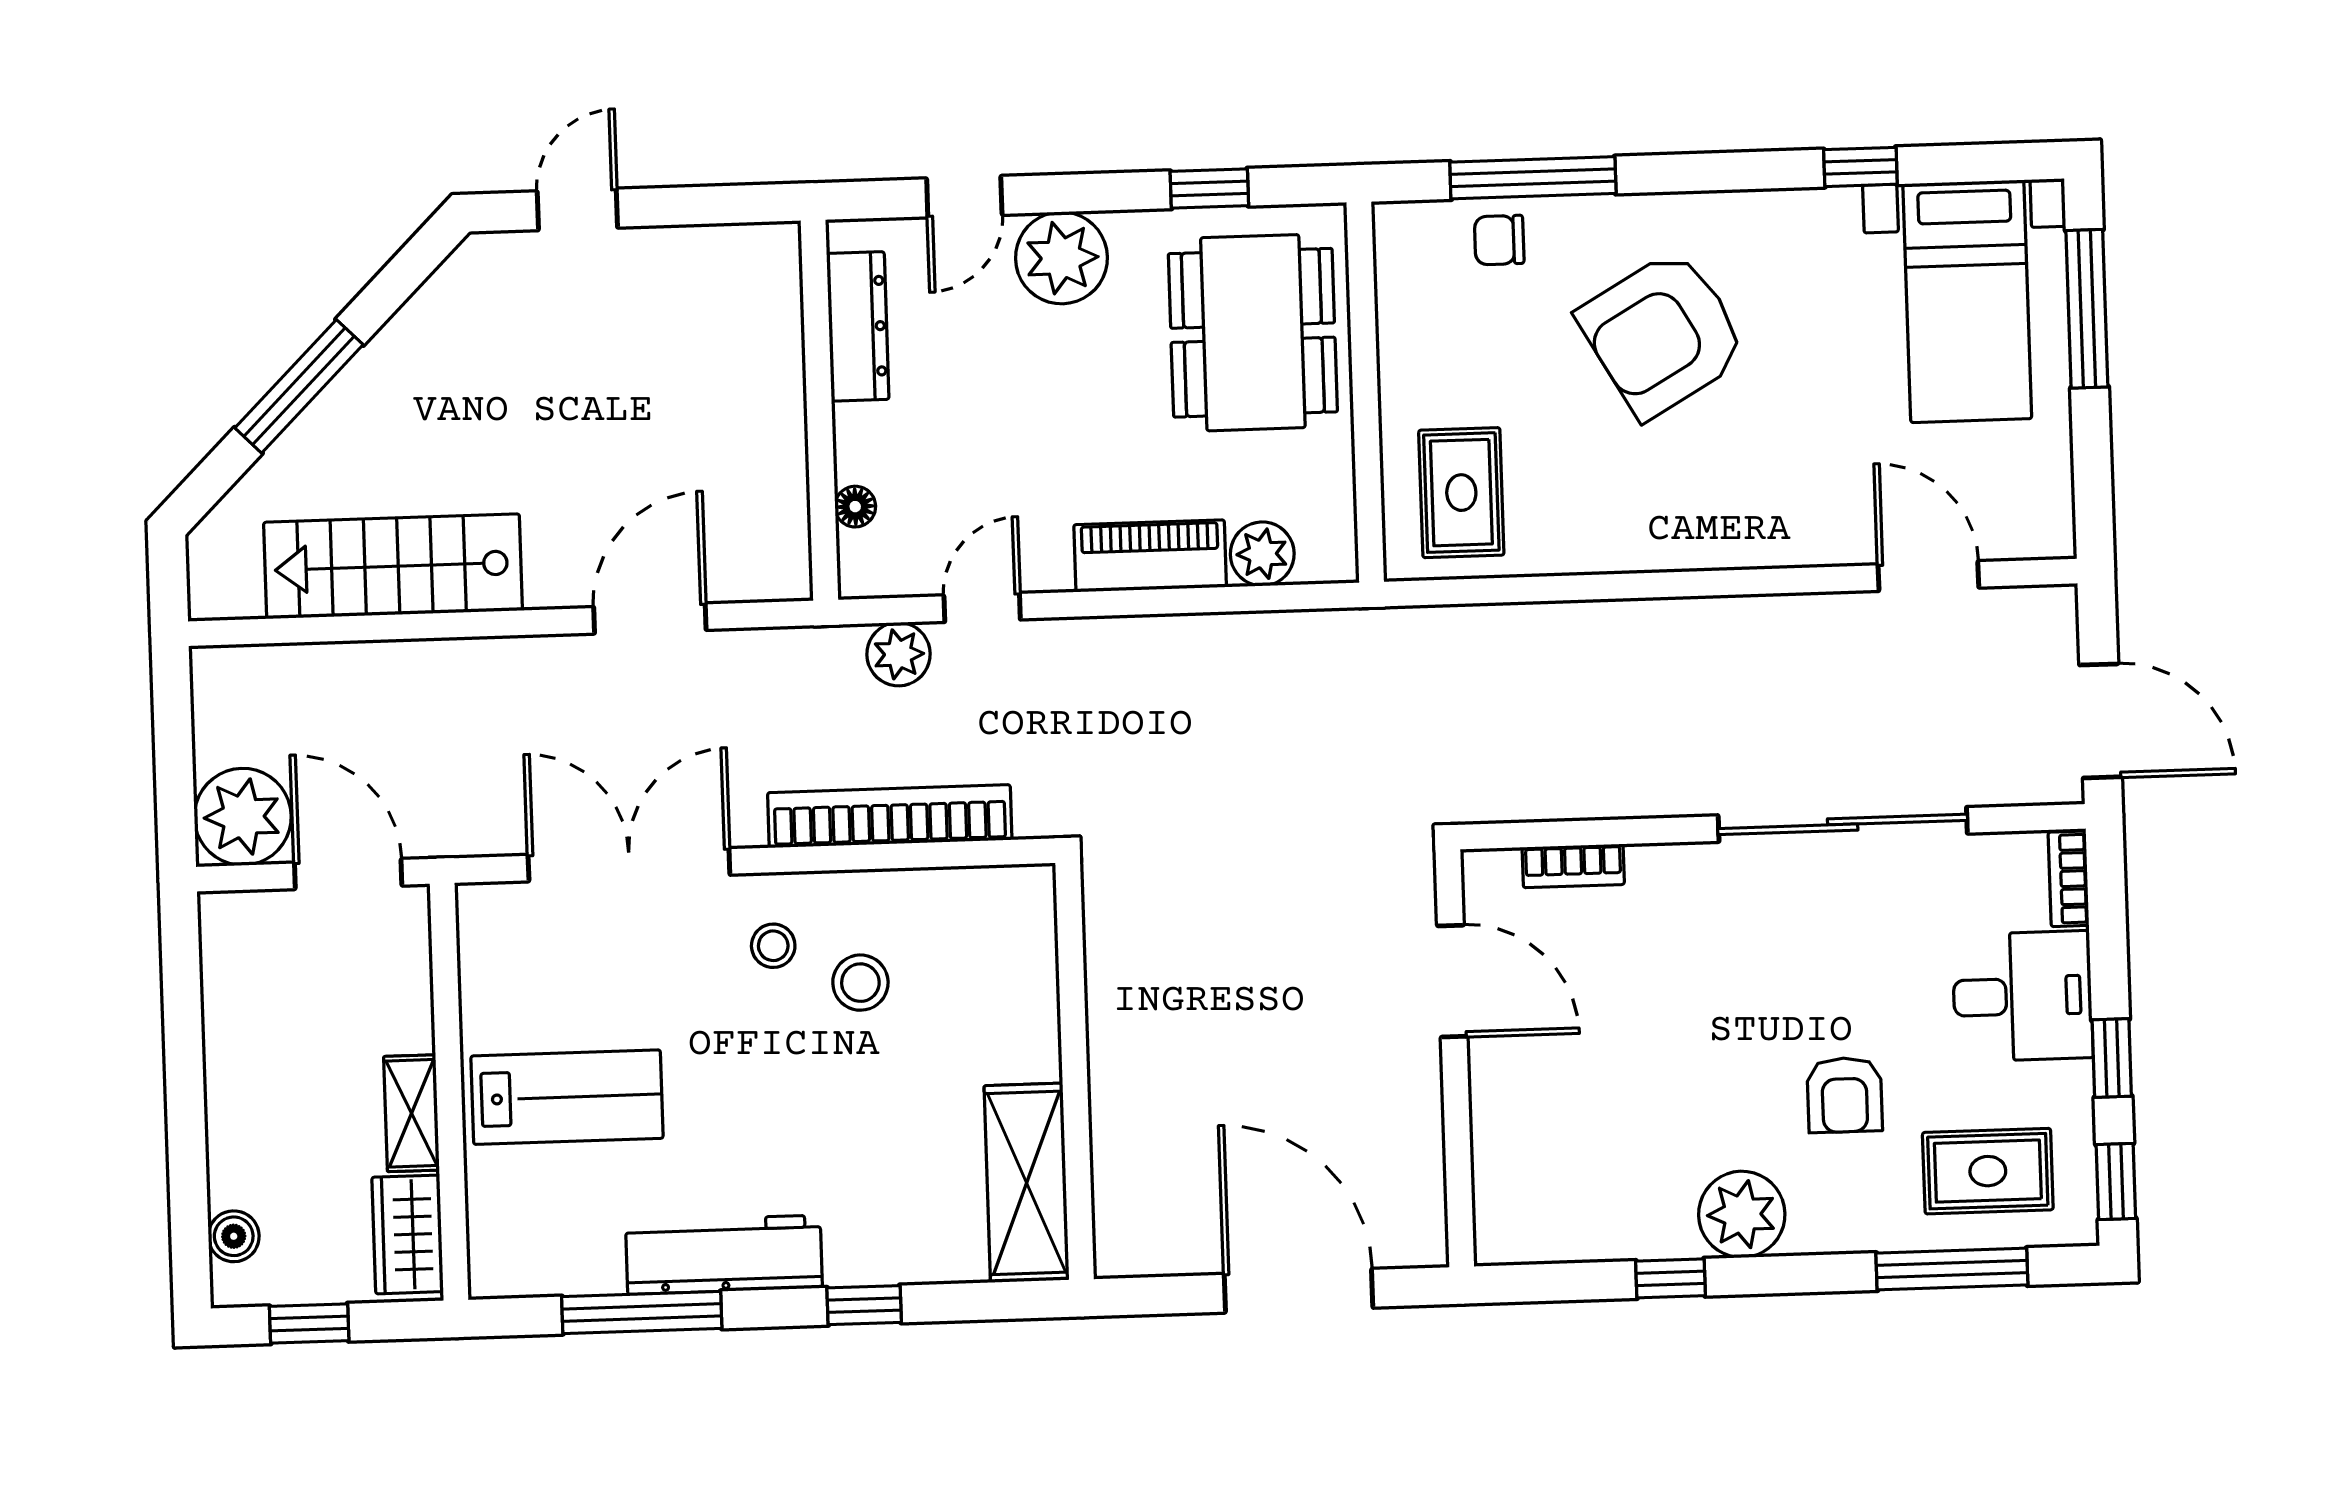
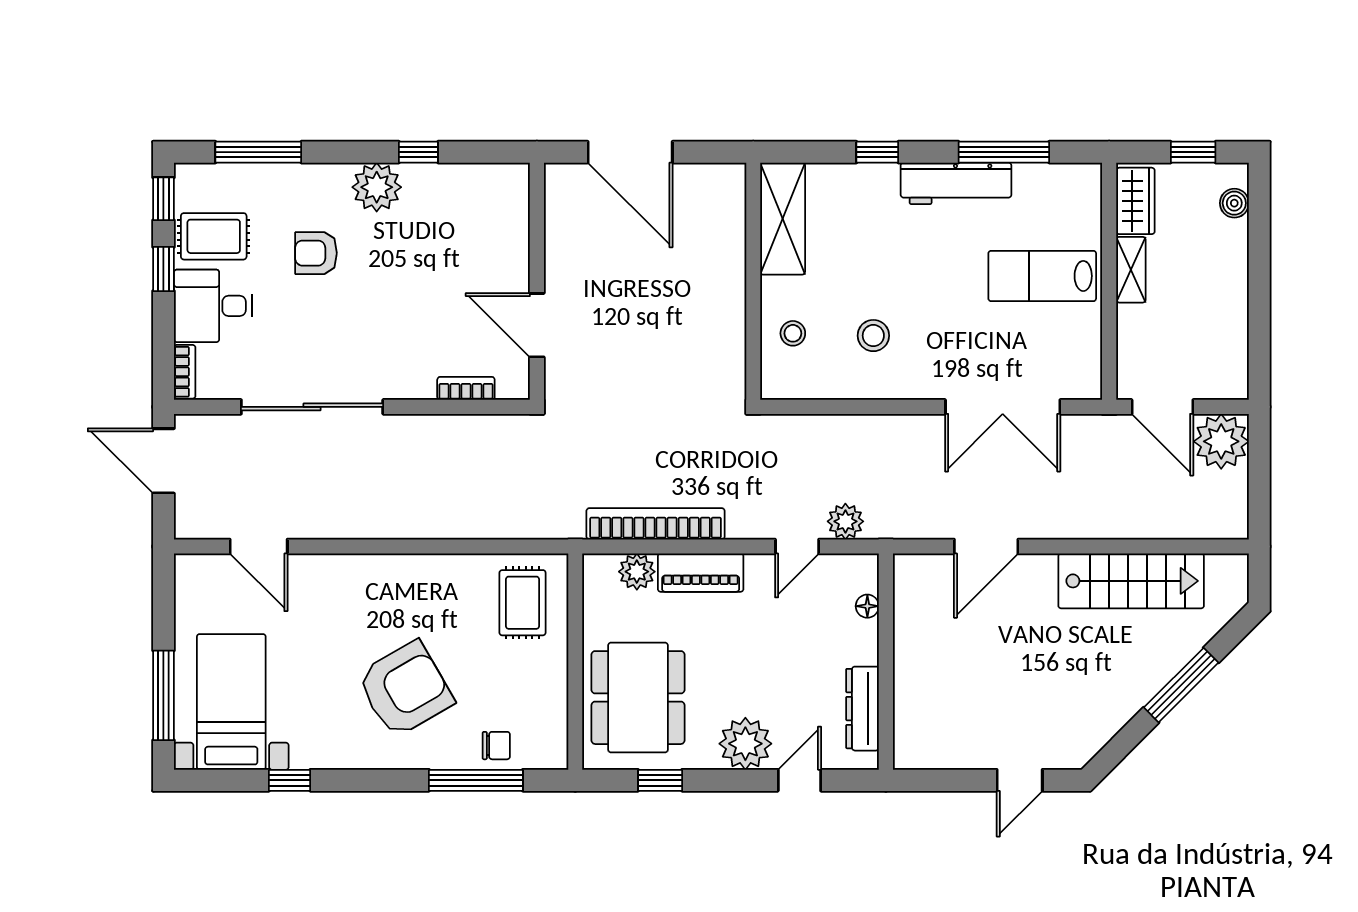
bookcase: (890, 816) -> (656, 524), moved, turned 180
stool: (773, 946) -> (793, 333), moved
armchair: (1845, 1095) -> (316, 253), turned -90
rug: (1988, 1171) -> (214, 236), moved

